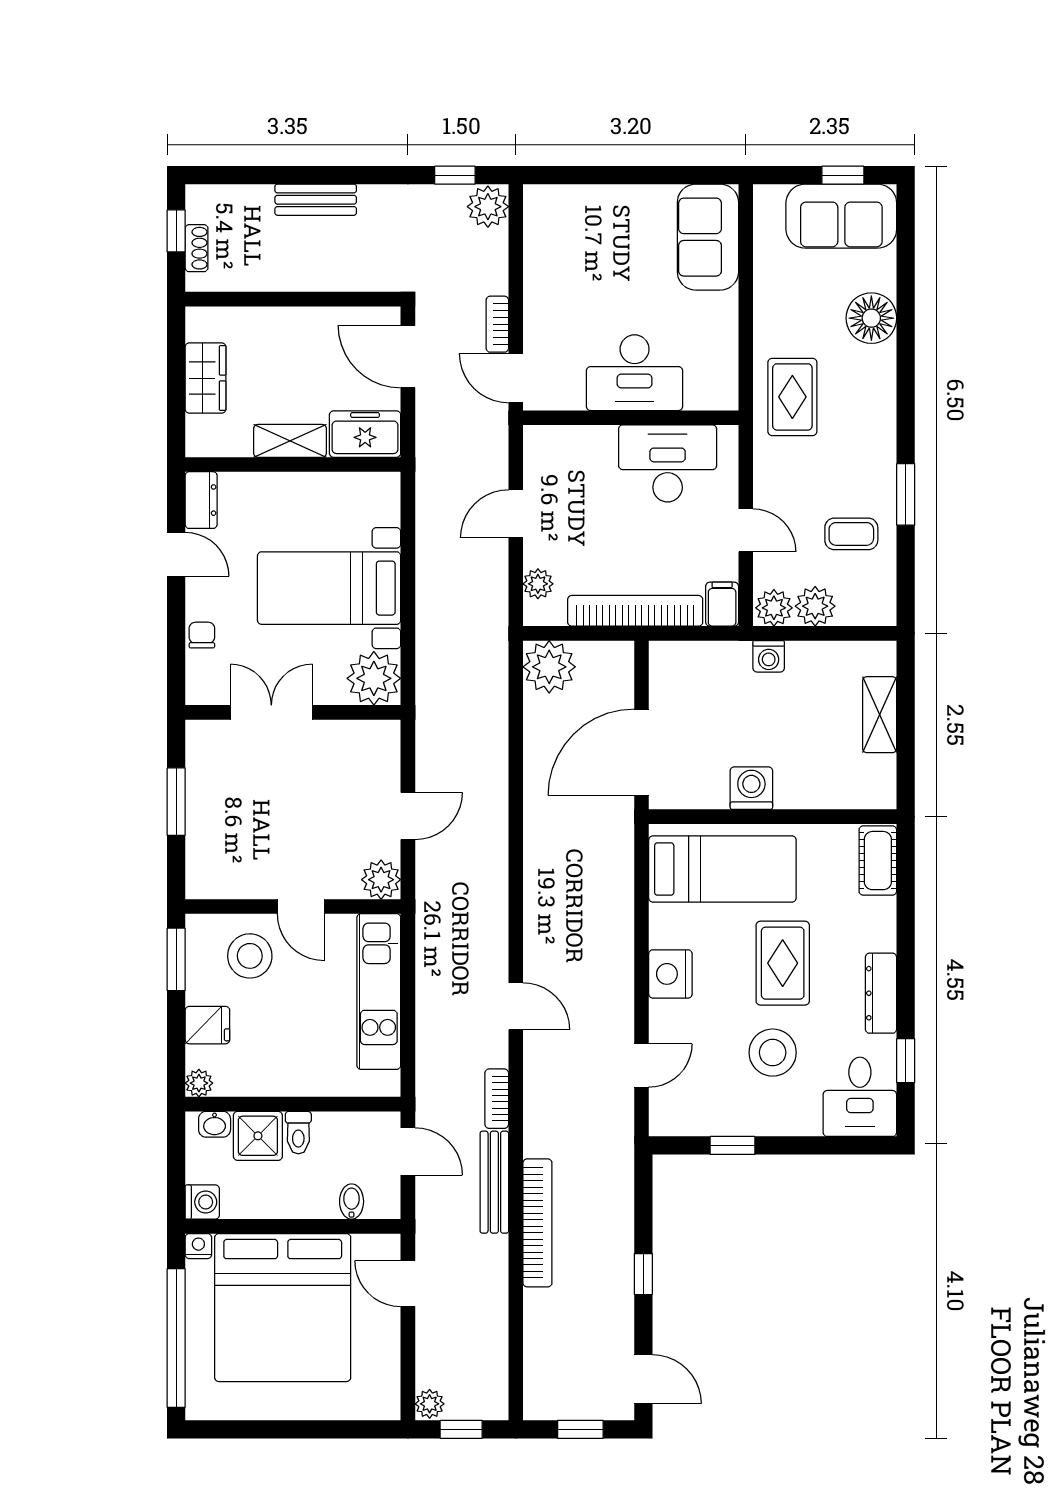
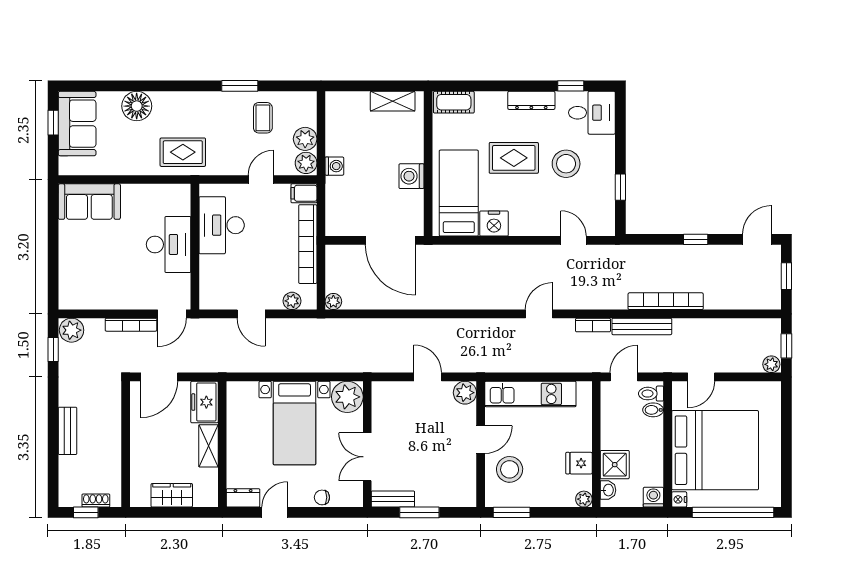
bookcase: (497, 324) -> (131, 325), width x1.56
plant: (549, 667) -> (333, 302), width x0.53, depth x0.53
shelving: (880, 715) -> (393, 101), moved
bench: (199, 756) -> (393, 499), added
nightstand: (670, 974) -> (494, 224), moved
fridge: (207, 1025) -> (579, 463), moved, turned -90
toilet: (298, 1133) -> (651, 394), moved, turned 180

